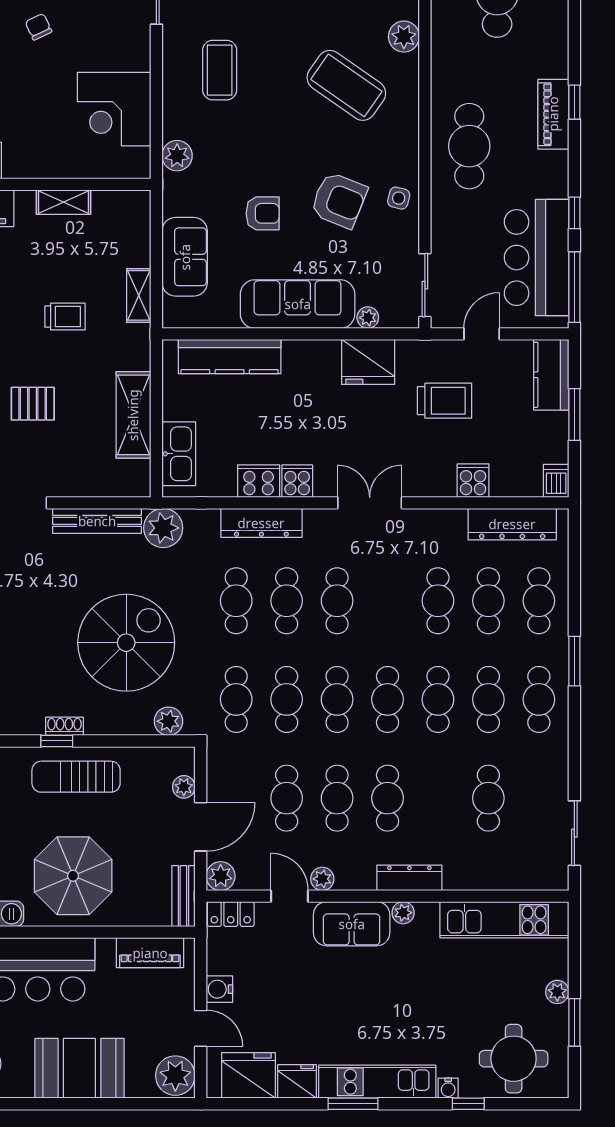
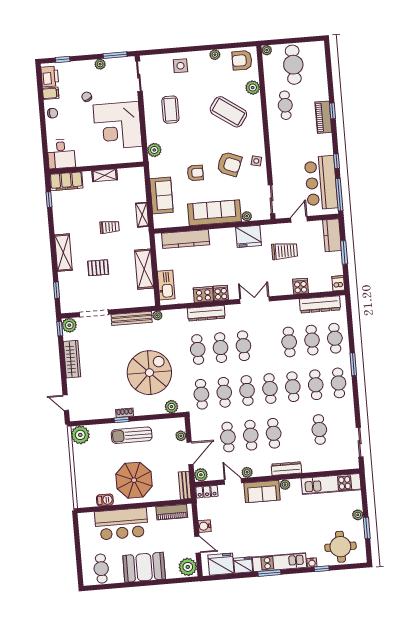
corner desk: (114, 109) -> (118, 126), width x1.36, depth x1.36
cafe table: (469, 146) -> (285, 105), moved, width x0.73, depth x0.74
plant: (163, 528) -> (157, 315), width x0.53, depth x0.53

